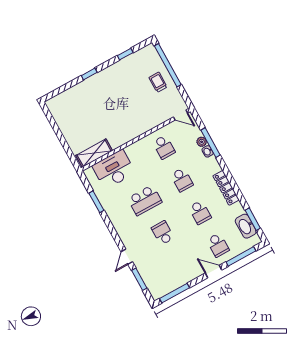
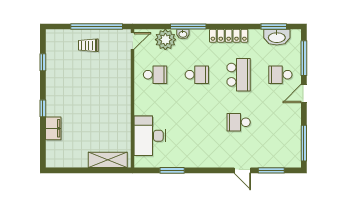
window: (168, 65) -> (97, 26), moved
filing cabinet: (78, 91) -> (53, 128), added
plant: (202, 142) -> (165, 40), width x1.87, depth x1.87
window: (210, 143) -> (188, 26), moved
shelving: (94, 153) -> (108, 160), moved, turned 90
school desk: (145, 200) -> (197, 122), removed
school desk: (200, 212) -> (239, 75), width x1.85
school desk: (218, 245) -> (280, 75), turned 180

